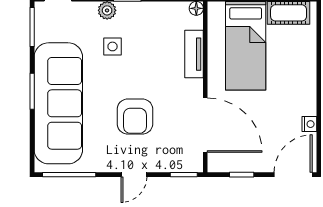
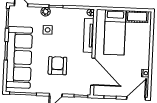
tv unit: (194, 54) -> (89, 35), width x1.41
armchair: (135, 117) -> (57, 66), turned 180

